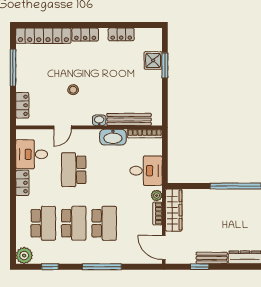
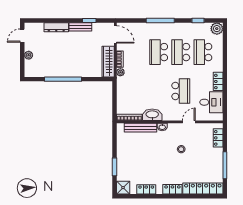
shower: (153, 60) -> (123, 188), moved
desk: (146, 171) -> (128, 90), removed

